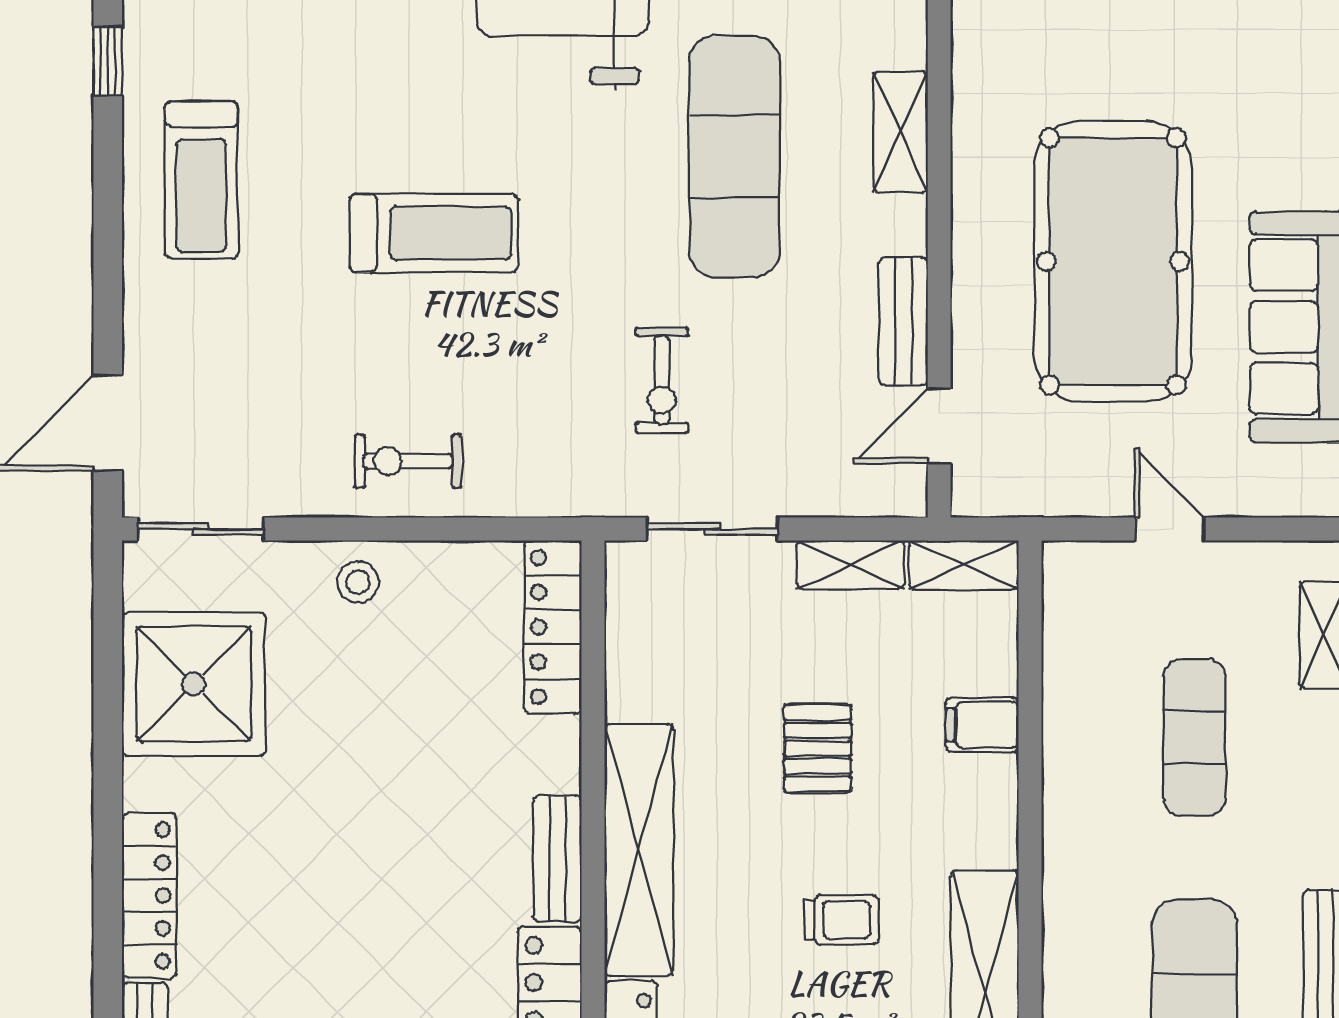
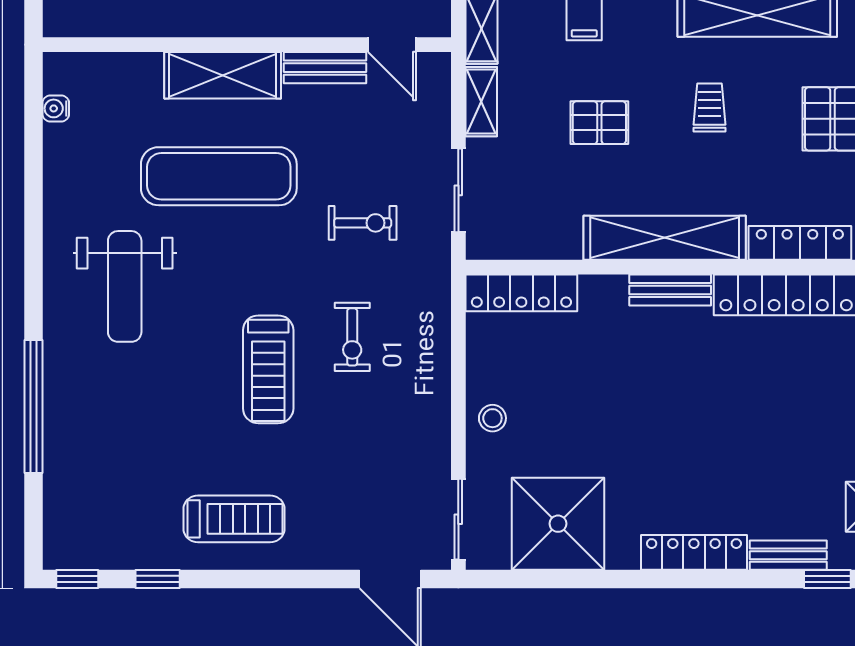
shelving: (901, 132) -> (223, 75), width x1.50, depth x1.33
treadmill: (434, 233) -> (268, 369), turned 180
exercise bike: (408, 461) -> (352, 337), moved

